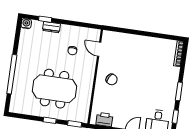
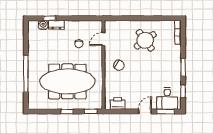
water cooler: (26, 24) -> (43, 25), moved
door: (99, 49) -> (103, 39), hinge flipped
round table: (143, 57) -> (145, 40), added
meeting table: (55, 89) -> (67, 81), width x1.36

